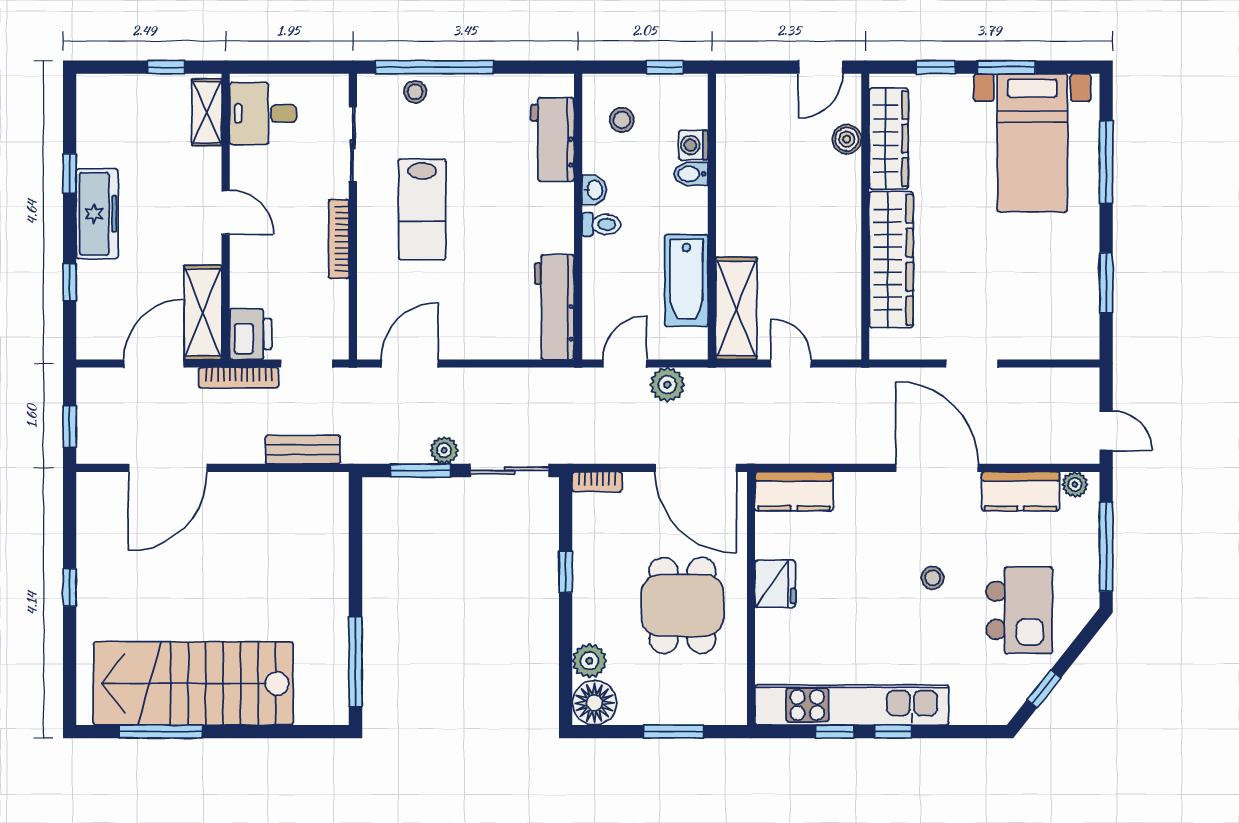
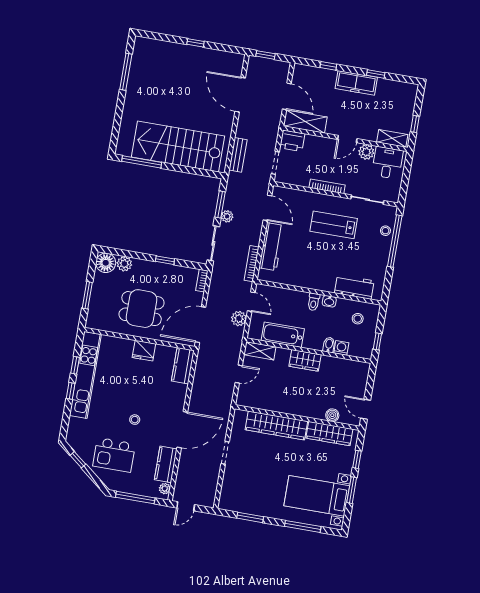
plant: (247, 165) -> (366, 152), added
wardrobe: (735, 221) -> (305, 360), added
workbench: (554, 307) -> (271, 247), moved, turned 90
shelving: (736, 308) -> (260, 351), width x0.67, depth x0.75
bookcase: (239, 378) -> (251, 264), moved
stairs: (193, 683) -> (178, 146), moved, turned -90

